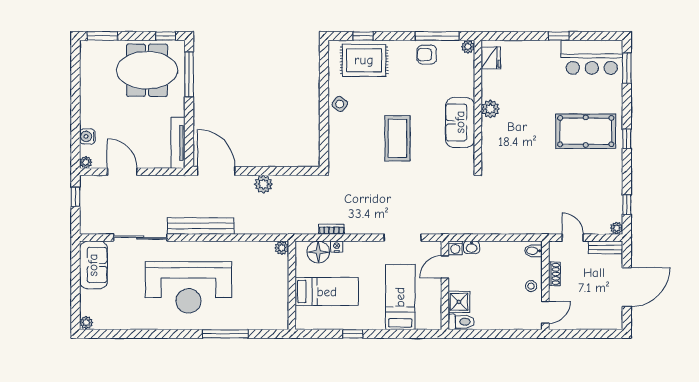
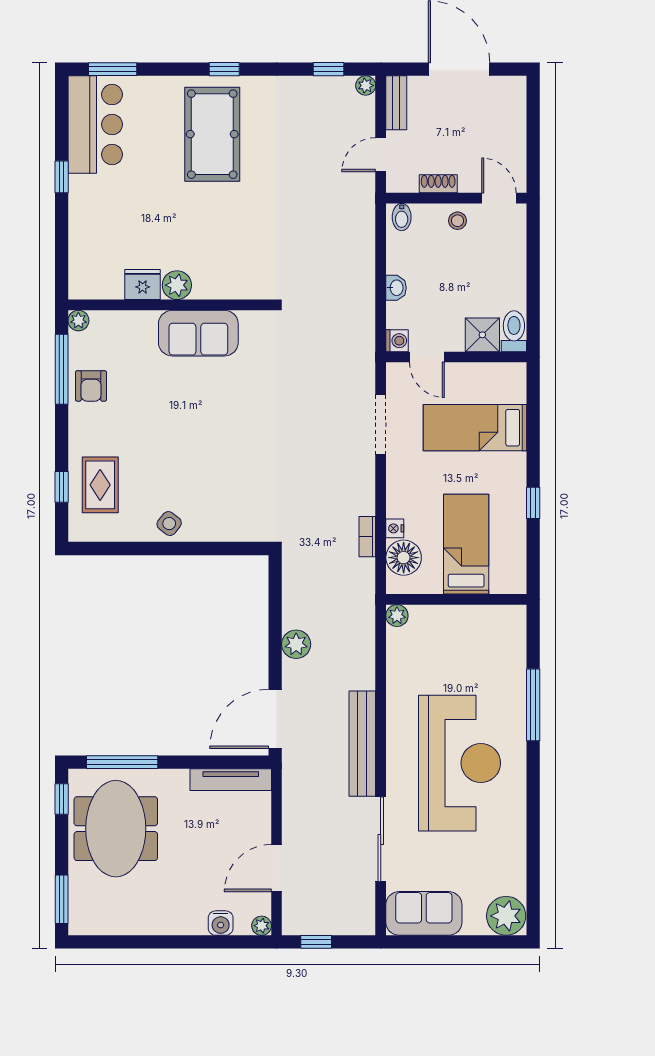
fridge: (491, 58) -> (143, 285), moved
rug: (364, 60) -> (100, 485), width x0.73, depth x0.70
coffee table: (397, 138) -> (224, 432), removed
washbasin: (472, 247) -> (396, 288), moved
plant: (86, 323) -> (506, 916), width x1.88, depth x1.88

